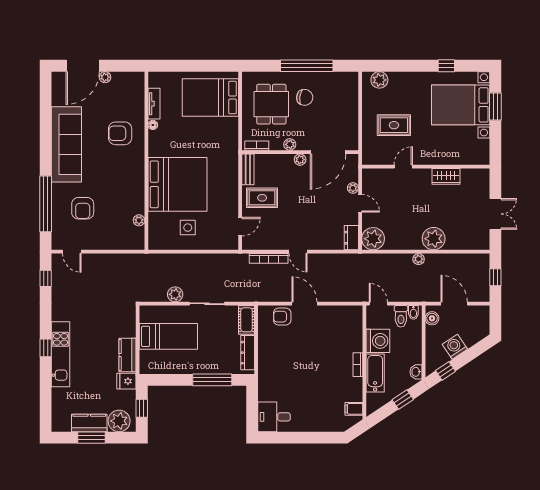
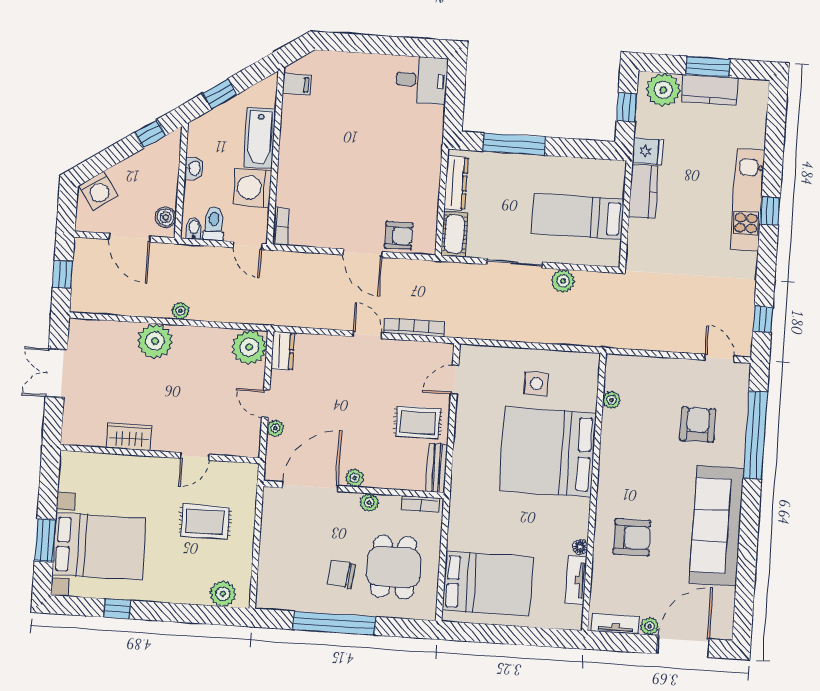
tv unit: (127, 77) -> (616, 624), added
washing machine: (455, 347) -> (98, 191), moved
bookcase: (358, 365) -> (281, 226), moved
washbasin: (416, 372) -> (194, 168), moved

